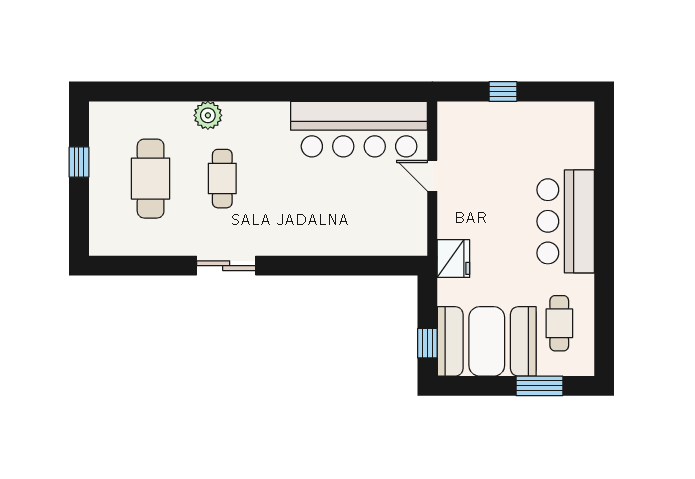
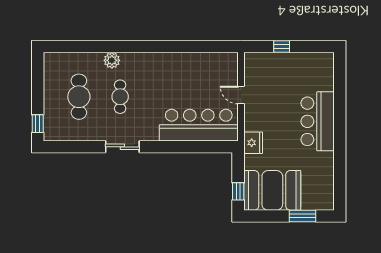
bar counter: (359, 129) -> (199, 125), moved, turned 180
window: (79, 162) -> (38, 124), moved
cafe table: (559, 323) -> (314, 180), removed

